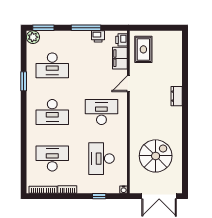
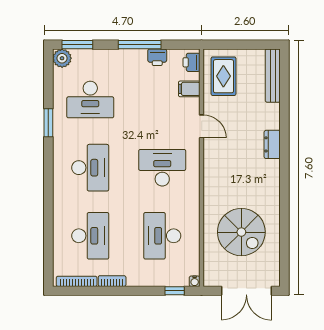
bench: (177, 49) -> (273, 76), added
filing cabinet: (120, 58) -> (189, 89), width x0.50
door: (128, 84) -> (202, 126), swing flipped
desk: (52, 112) -> (90, 168), turned -90
spiral stairs: (156, 156) -> (241, 232), turned 90
desk: (52, 159) -> (90, 236), turned 90
window: (99, 196) -> (175, 291), moved

